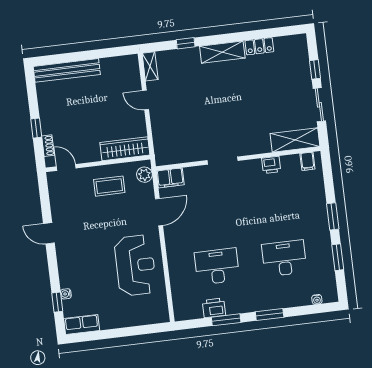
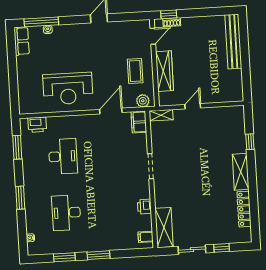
locker: (259, 46) -> (244, 209), width x1.53
shelving: (150, 66) -> (161, 115), moved
door: (145, 100) -> (193, 106), moved
window: (36, 128) -> (169, 14), moved
wardrobe: (125, 149) -> (165, 71), moved
door: (159, 212) -> (111, 111), swing flipped
desk: (284, 258) -> (66, 213), turned 180
window: (57, 302) -> (41, 22), width x2.17
printer: (214, 308) -> (37, 125), moved, turned 90
window: (226, 320) -> (17, 147), moved

